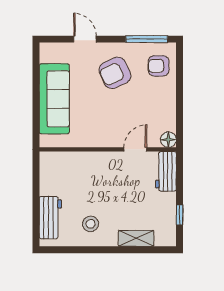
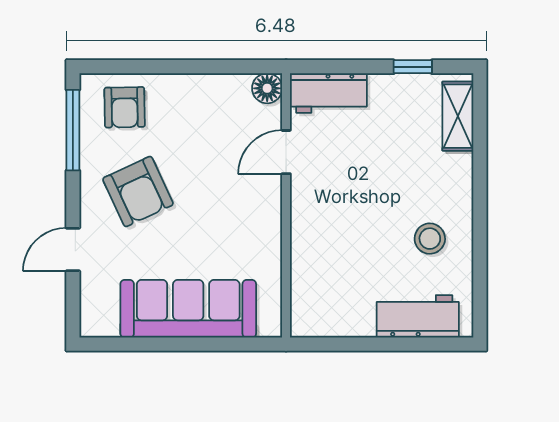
door: (135, 149) -> (286, 152), hinge flipped
shelving: (136, 238) -> (458, 116), moved

